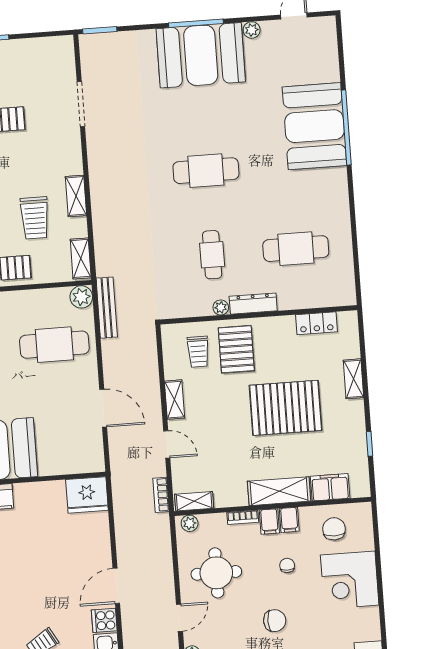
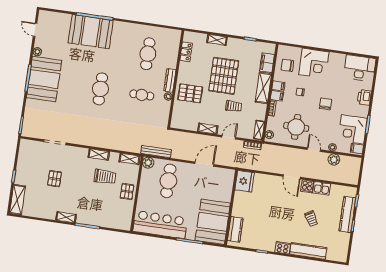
trolley: (198, 352) -> (234, 106), moved

